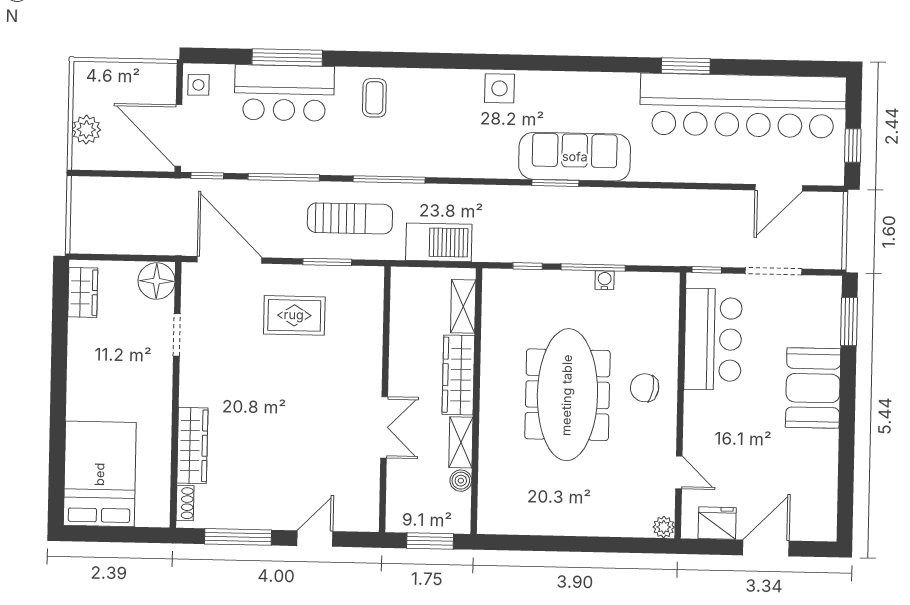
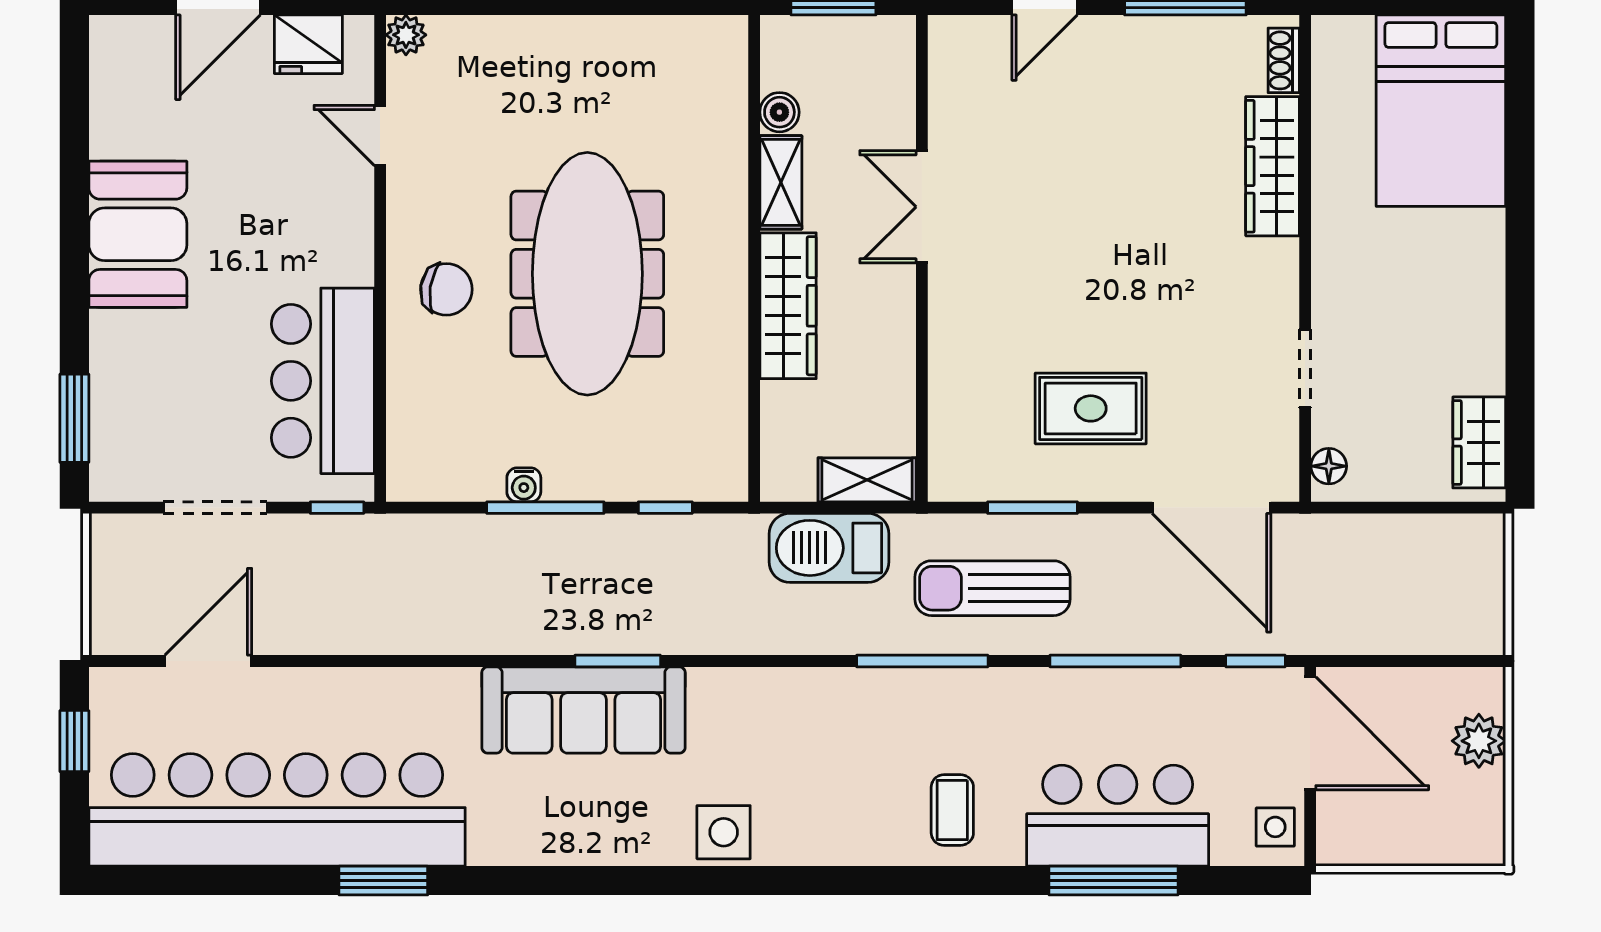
floor lamp: (156, 281) -> (1329, 466), width x0.53, depth x0.53
shelving: (463, 306) -> (867, 480), moved, turned 90
booth: (813, 388) -> (138, 234), moved

